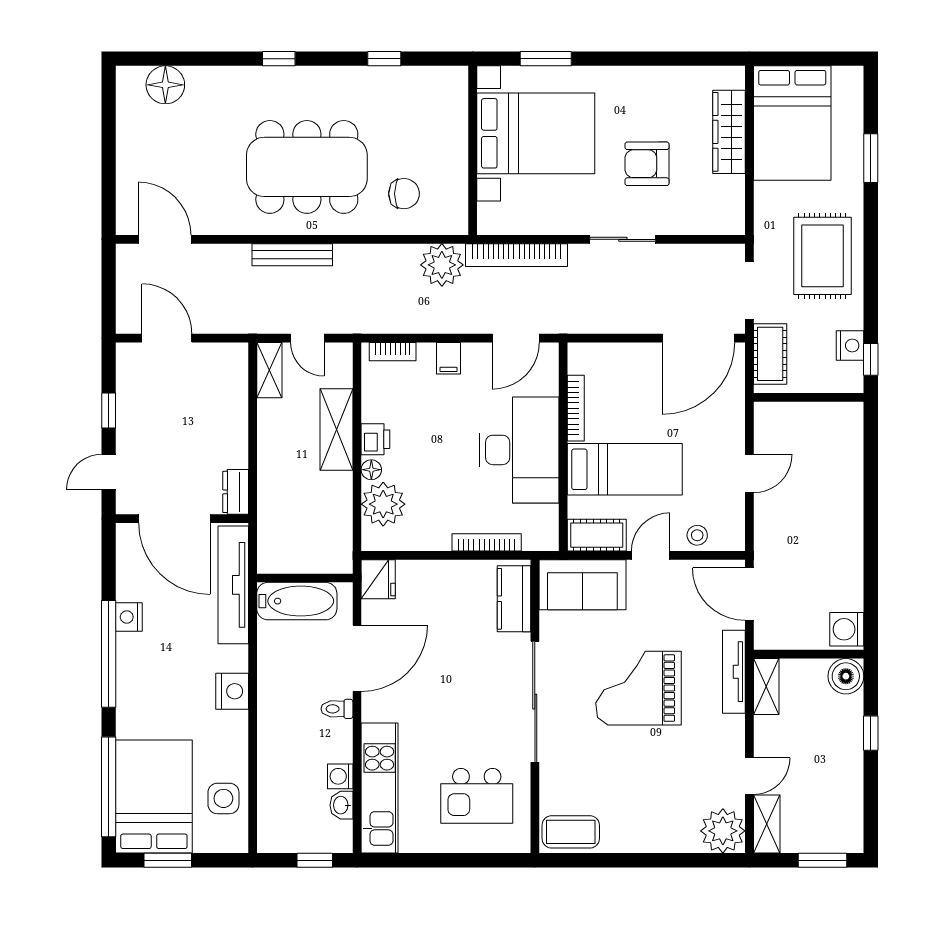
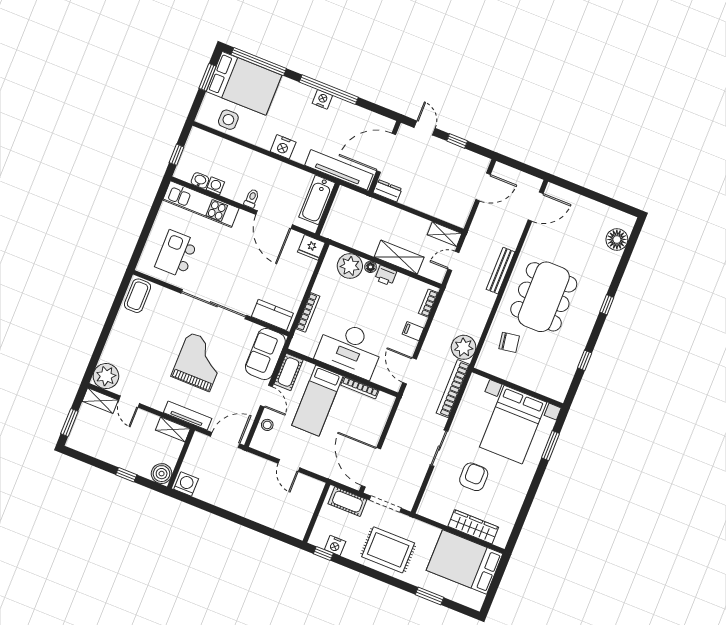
chair: (404, 194) -> (509, 342), turned -99
nightstand: (129, 617) -> (322, 99), moved

